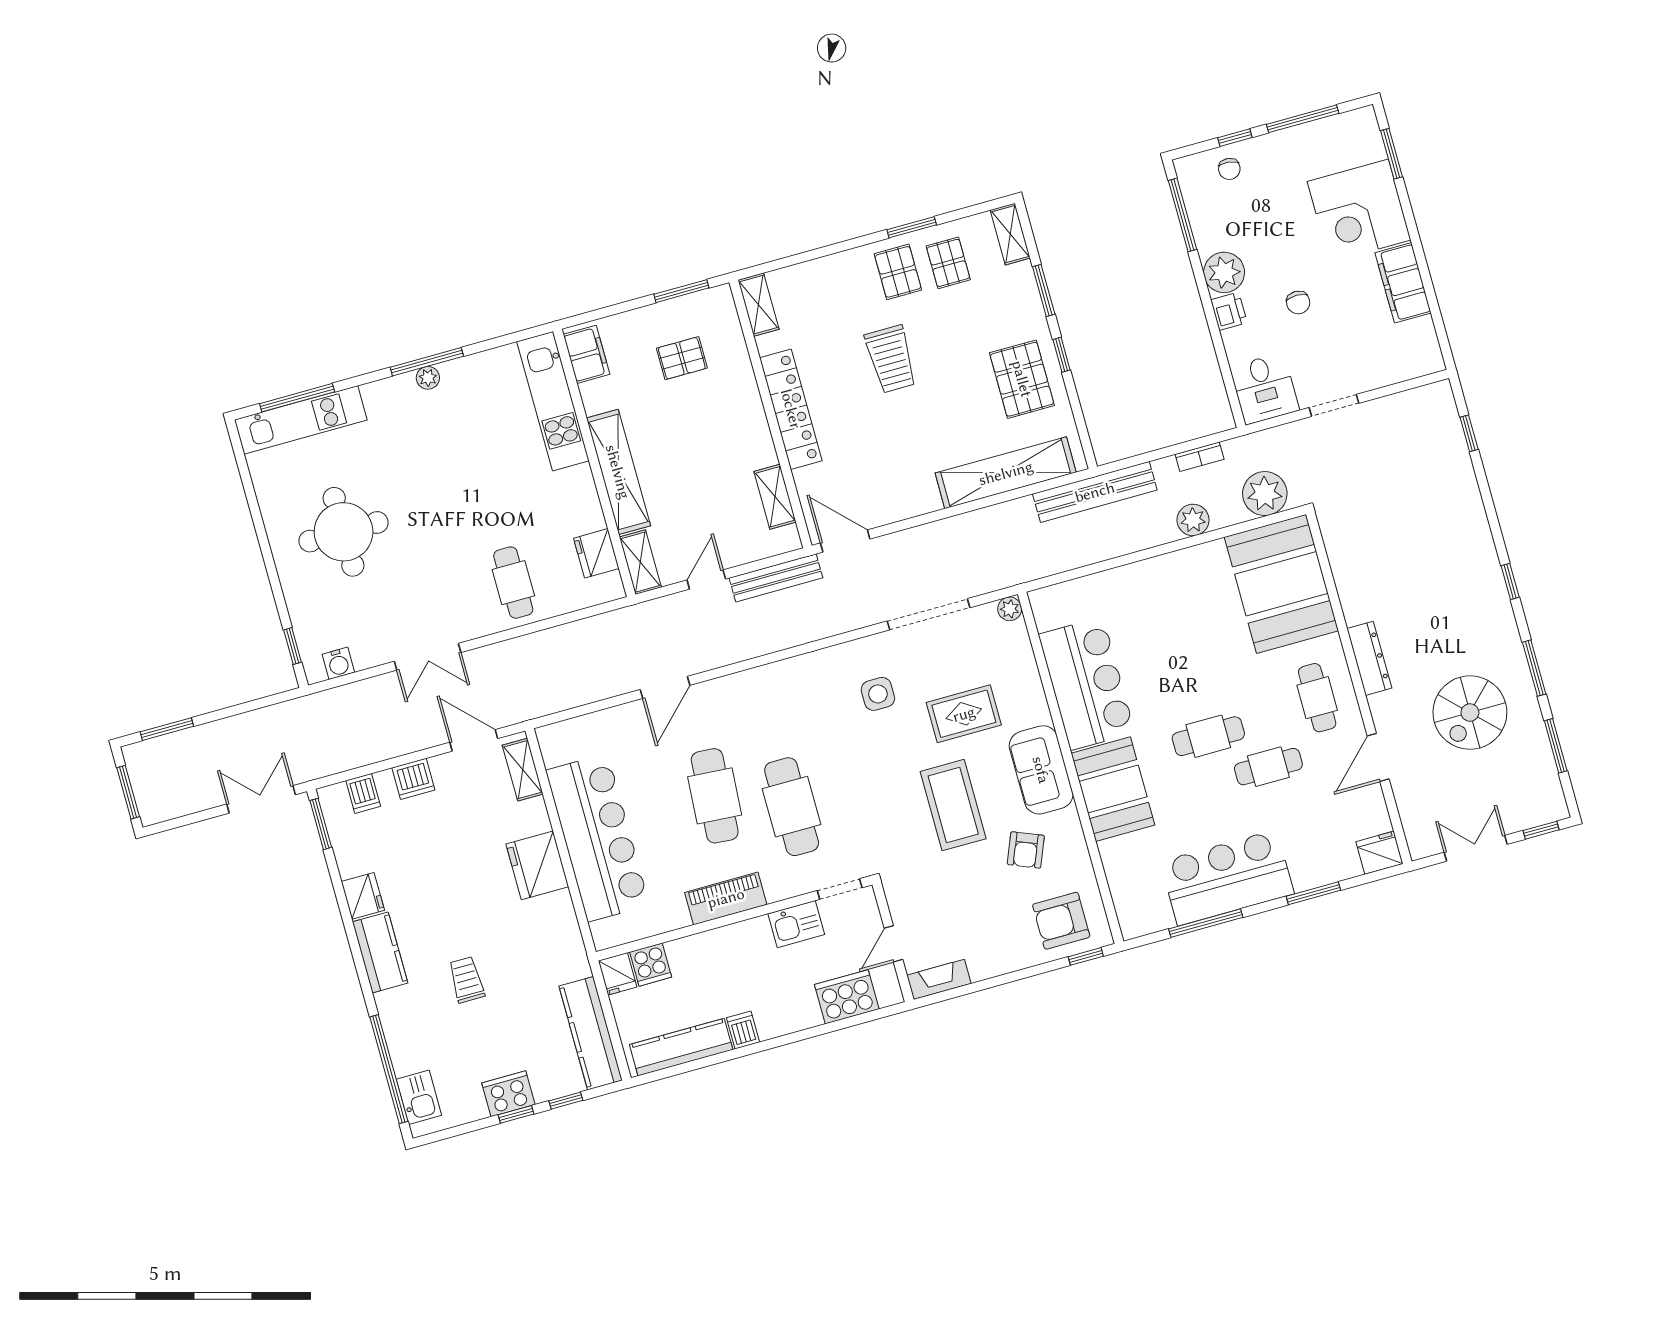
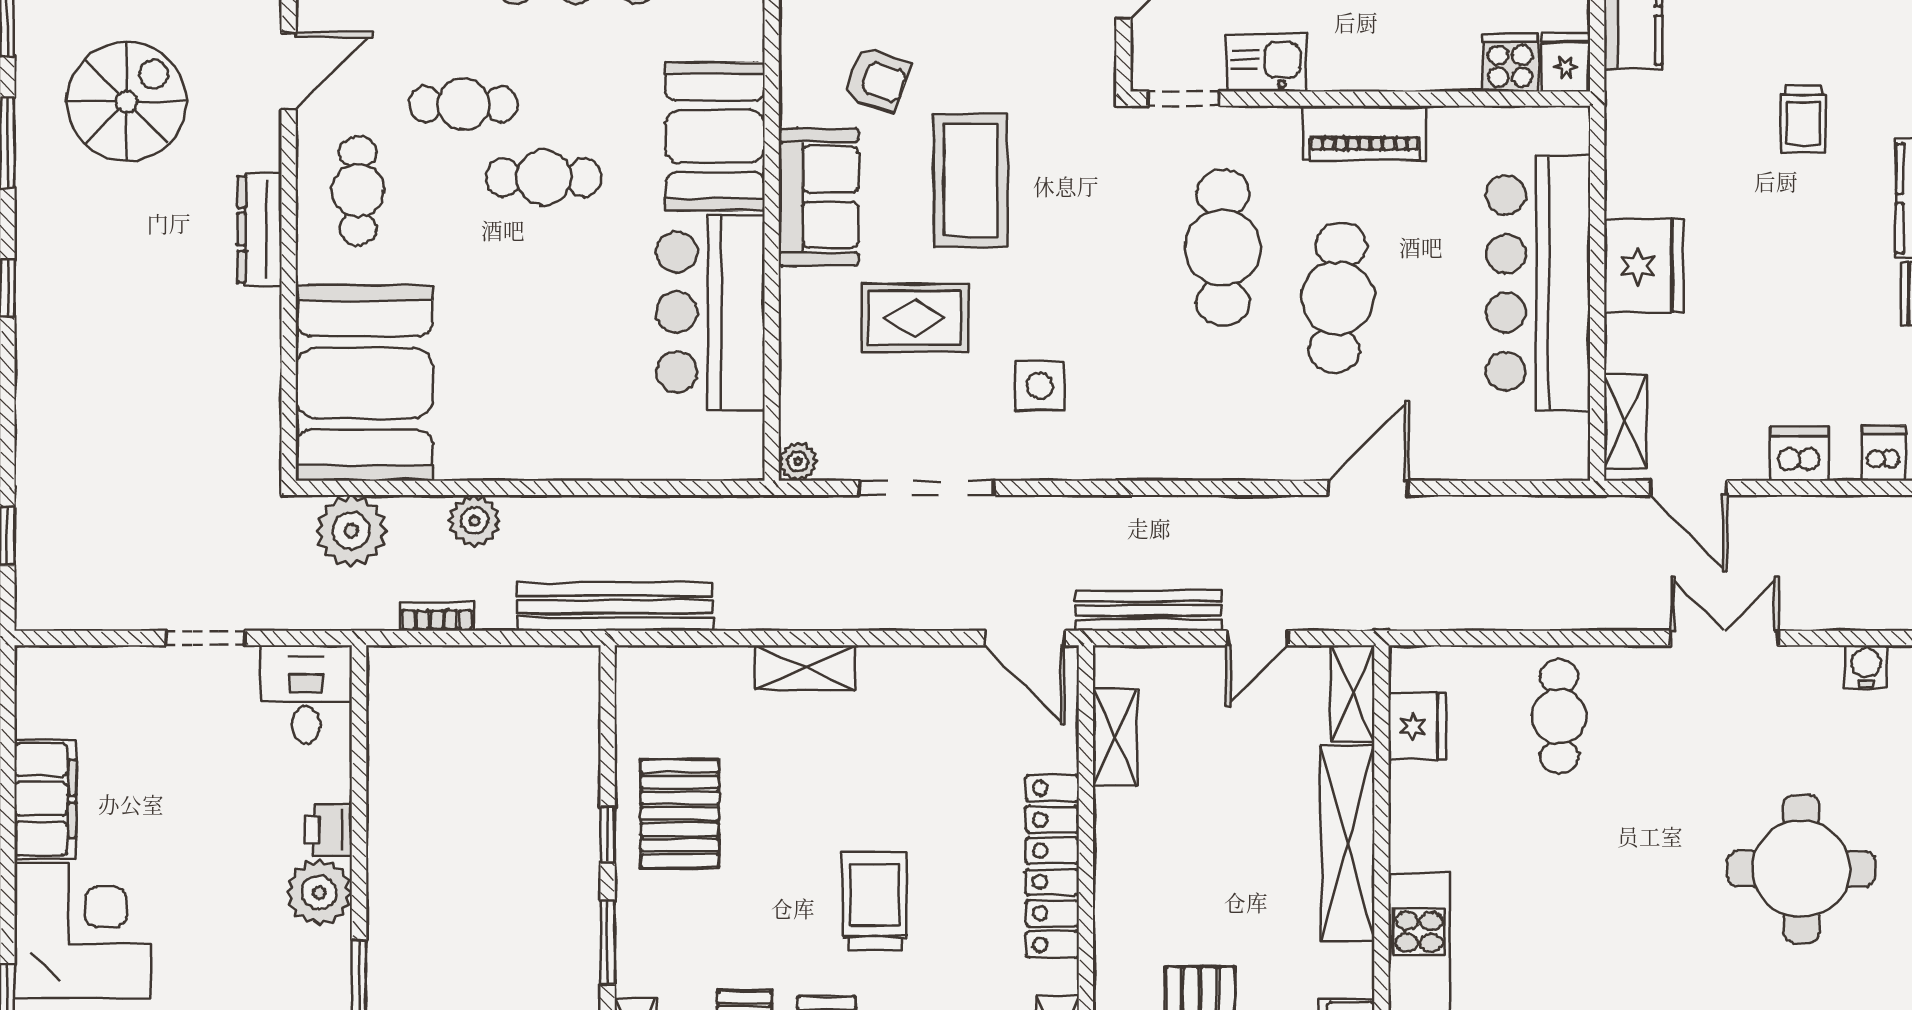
chair: (1298, 303) -> (217, 814), removed
shelving: (1006, 473) -> (805, 668), width x0.45, depth x0.75
armchair: (1026, 850) -> (877, 79), turned 88

